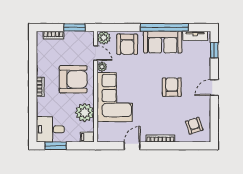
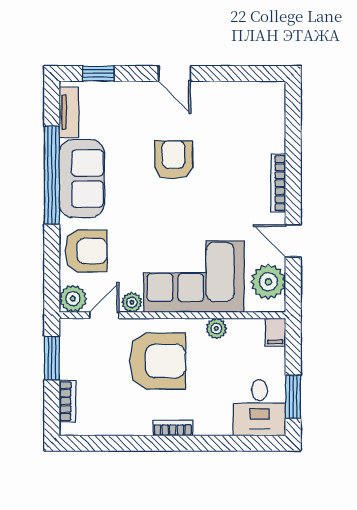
armchair: (73, 79) -> (158, 361), turned 90
armchair: (172, 87) -> (173, 160), turned 90
plant: (85, 113) -> (216, 328), width x0.53, depth x0.53
armchair: (194, 126) -> (252, 114), removed
plant: (112, 134) -> (268, 282), added

